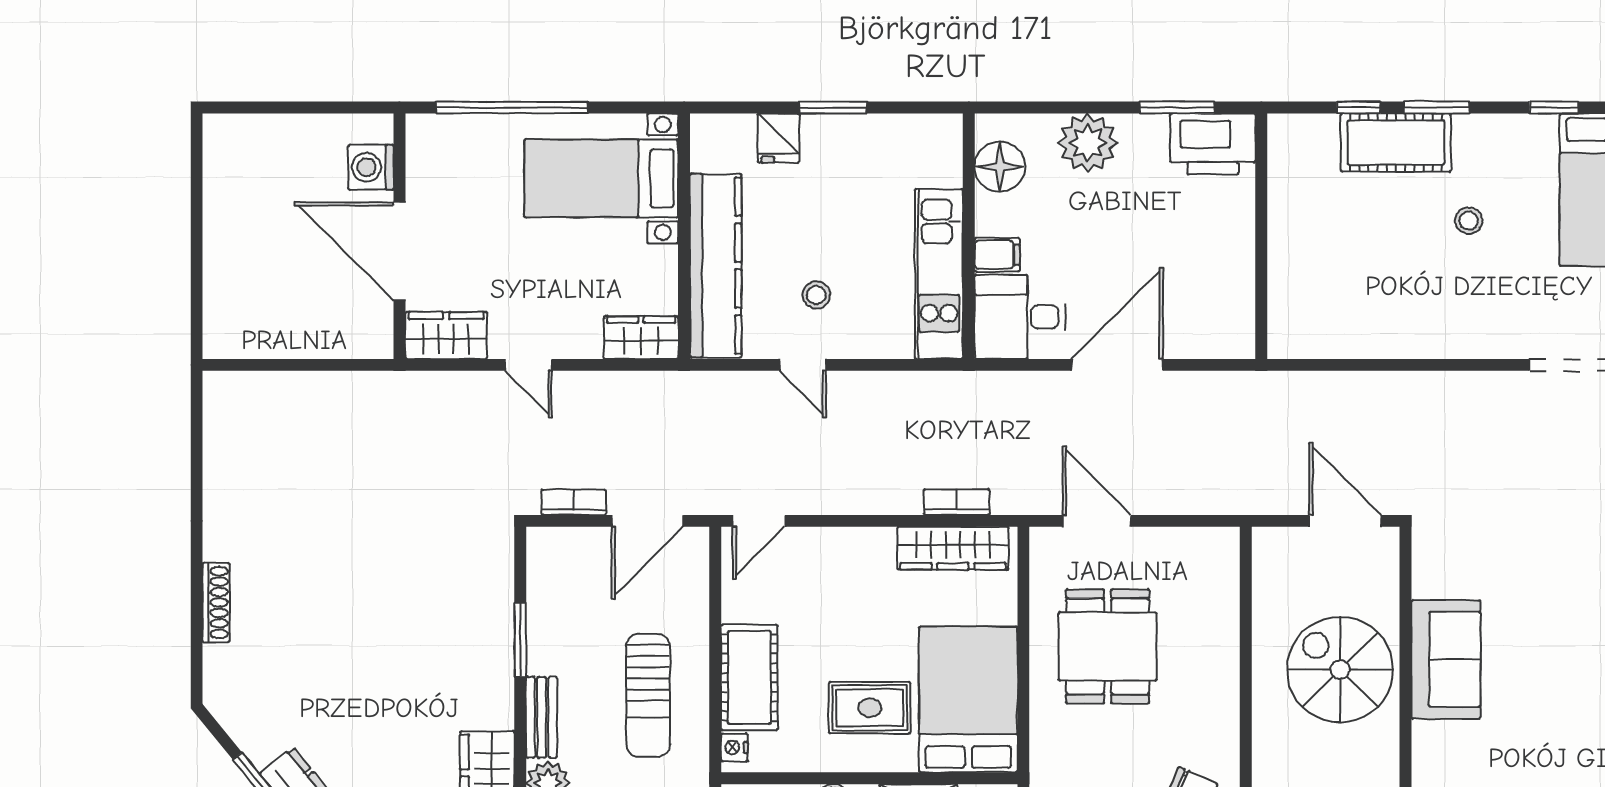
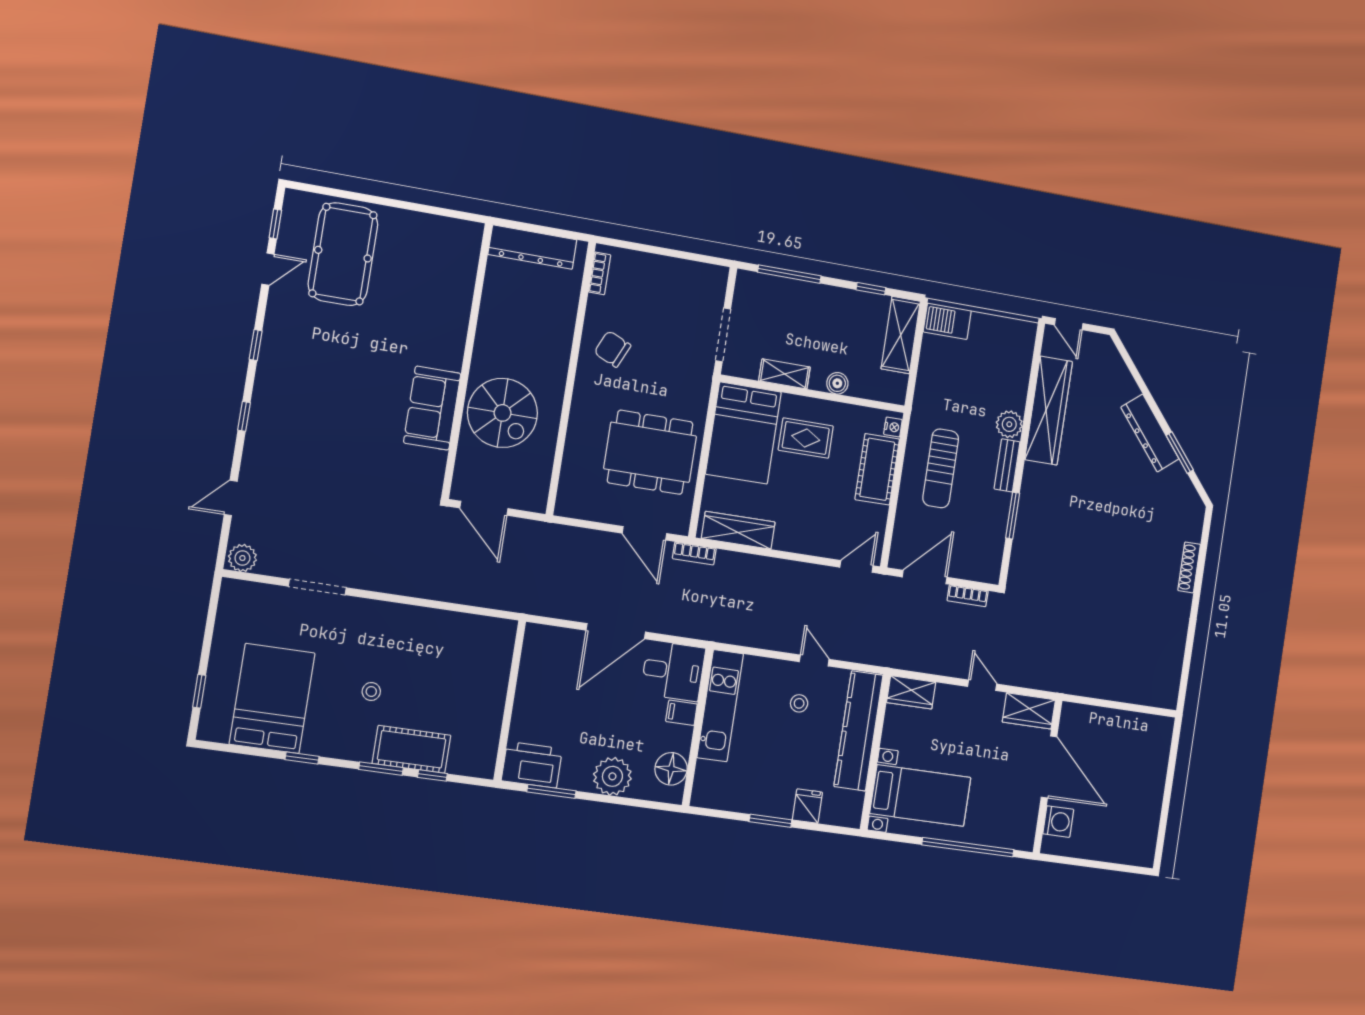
bookcase: (957, 502) -> (694, 553), moved
dining table: (1108, 646) -> (650, 452), width x1.38
sun lounger: (648, 695) -> (941, 468), turned 180

